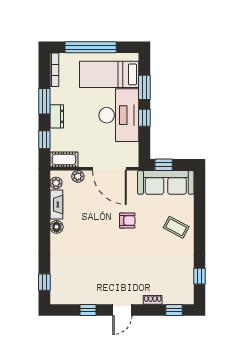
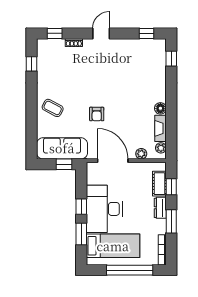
cot: (64, 159) -> (159, 184), moved, turned 90
armchair: (127, 221) -> (97, 114), turned -90
window: (88, 310) -> (147, 33), moved

